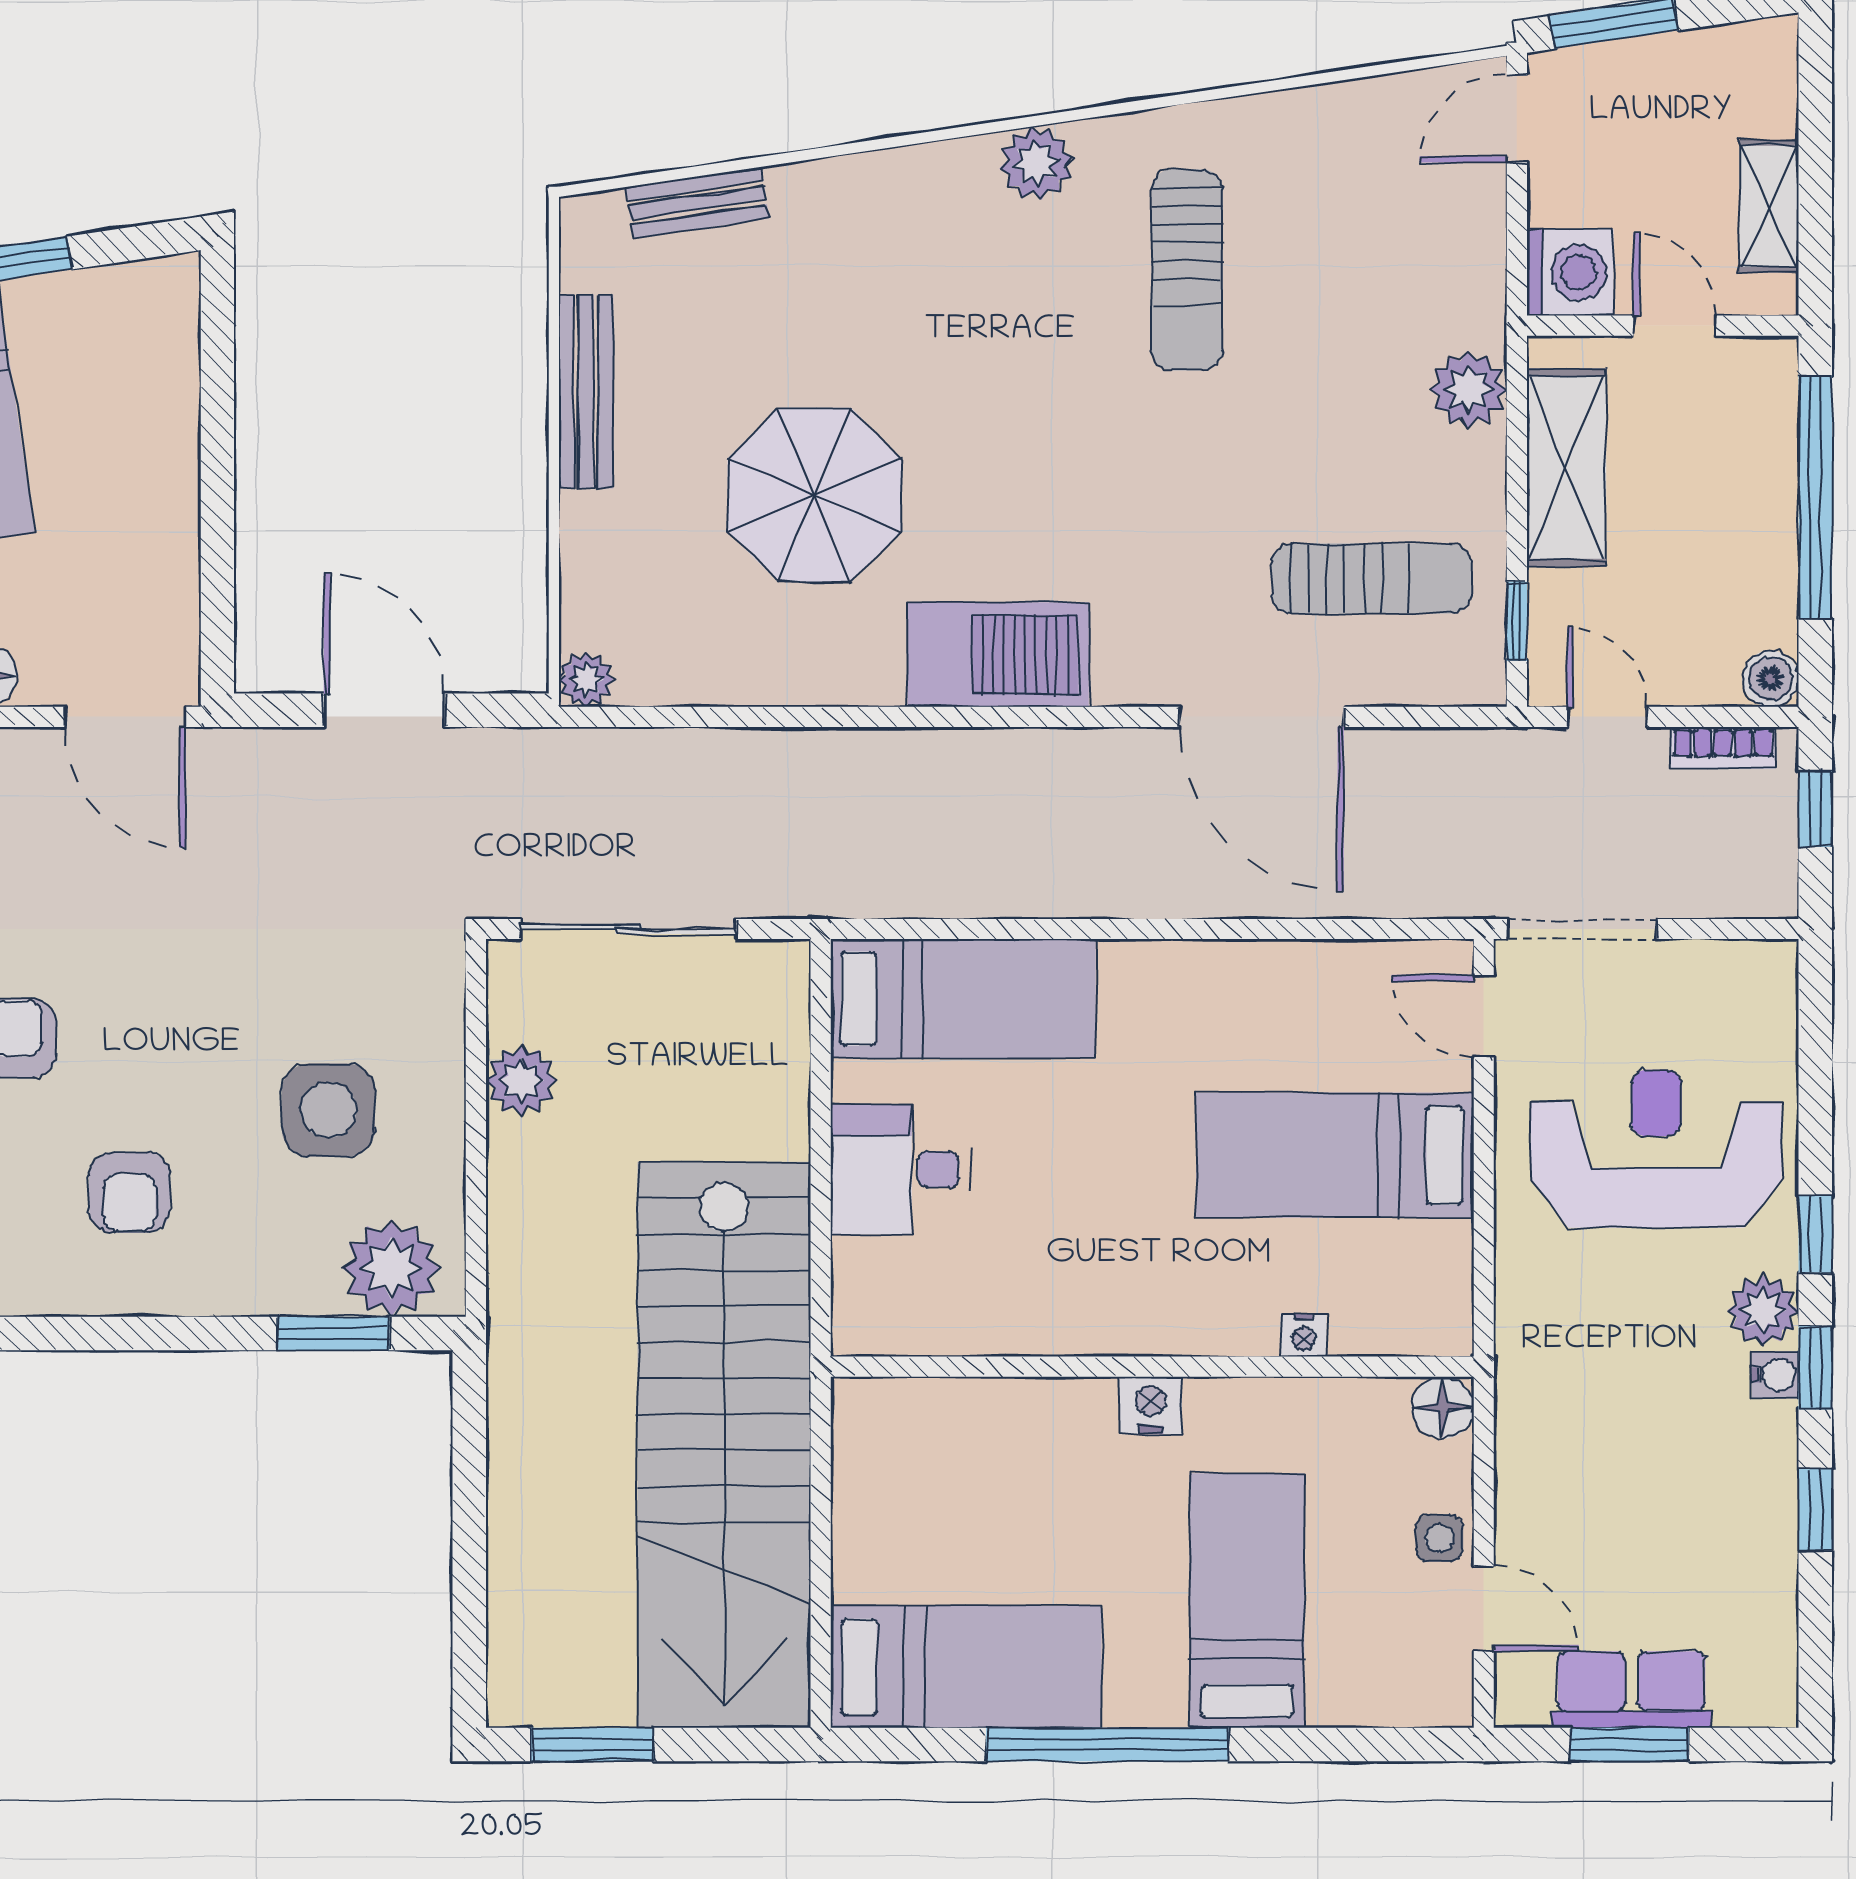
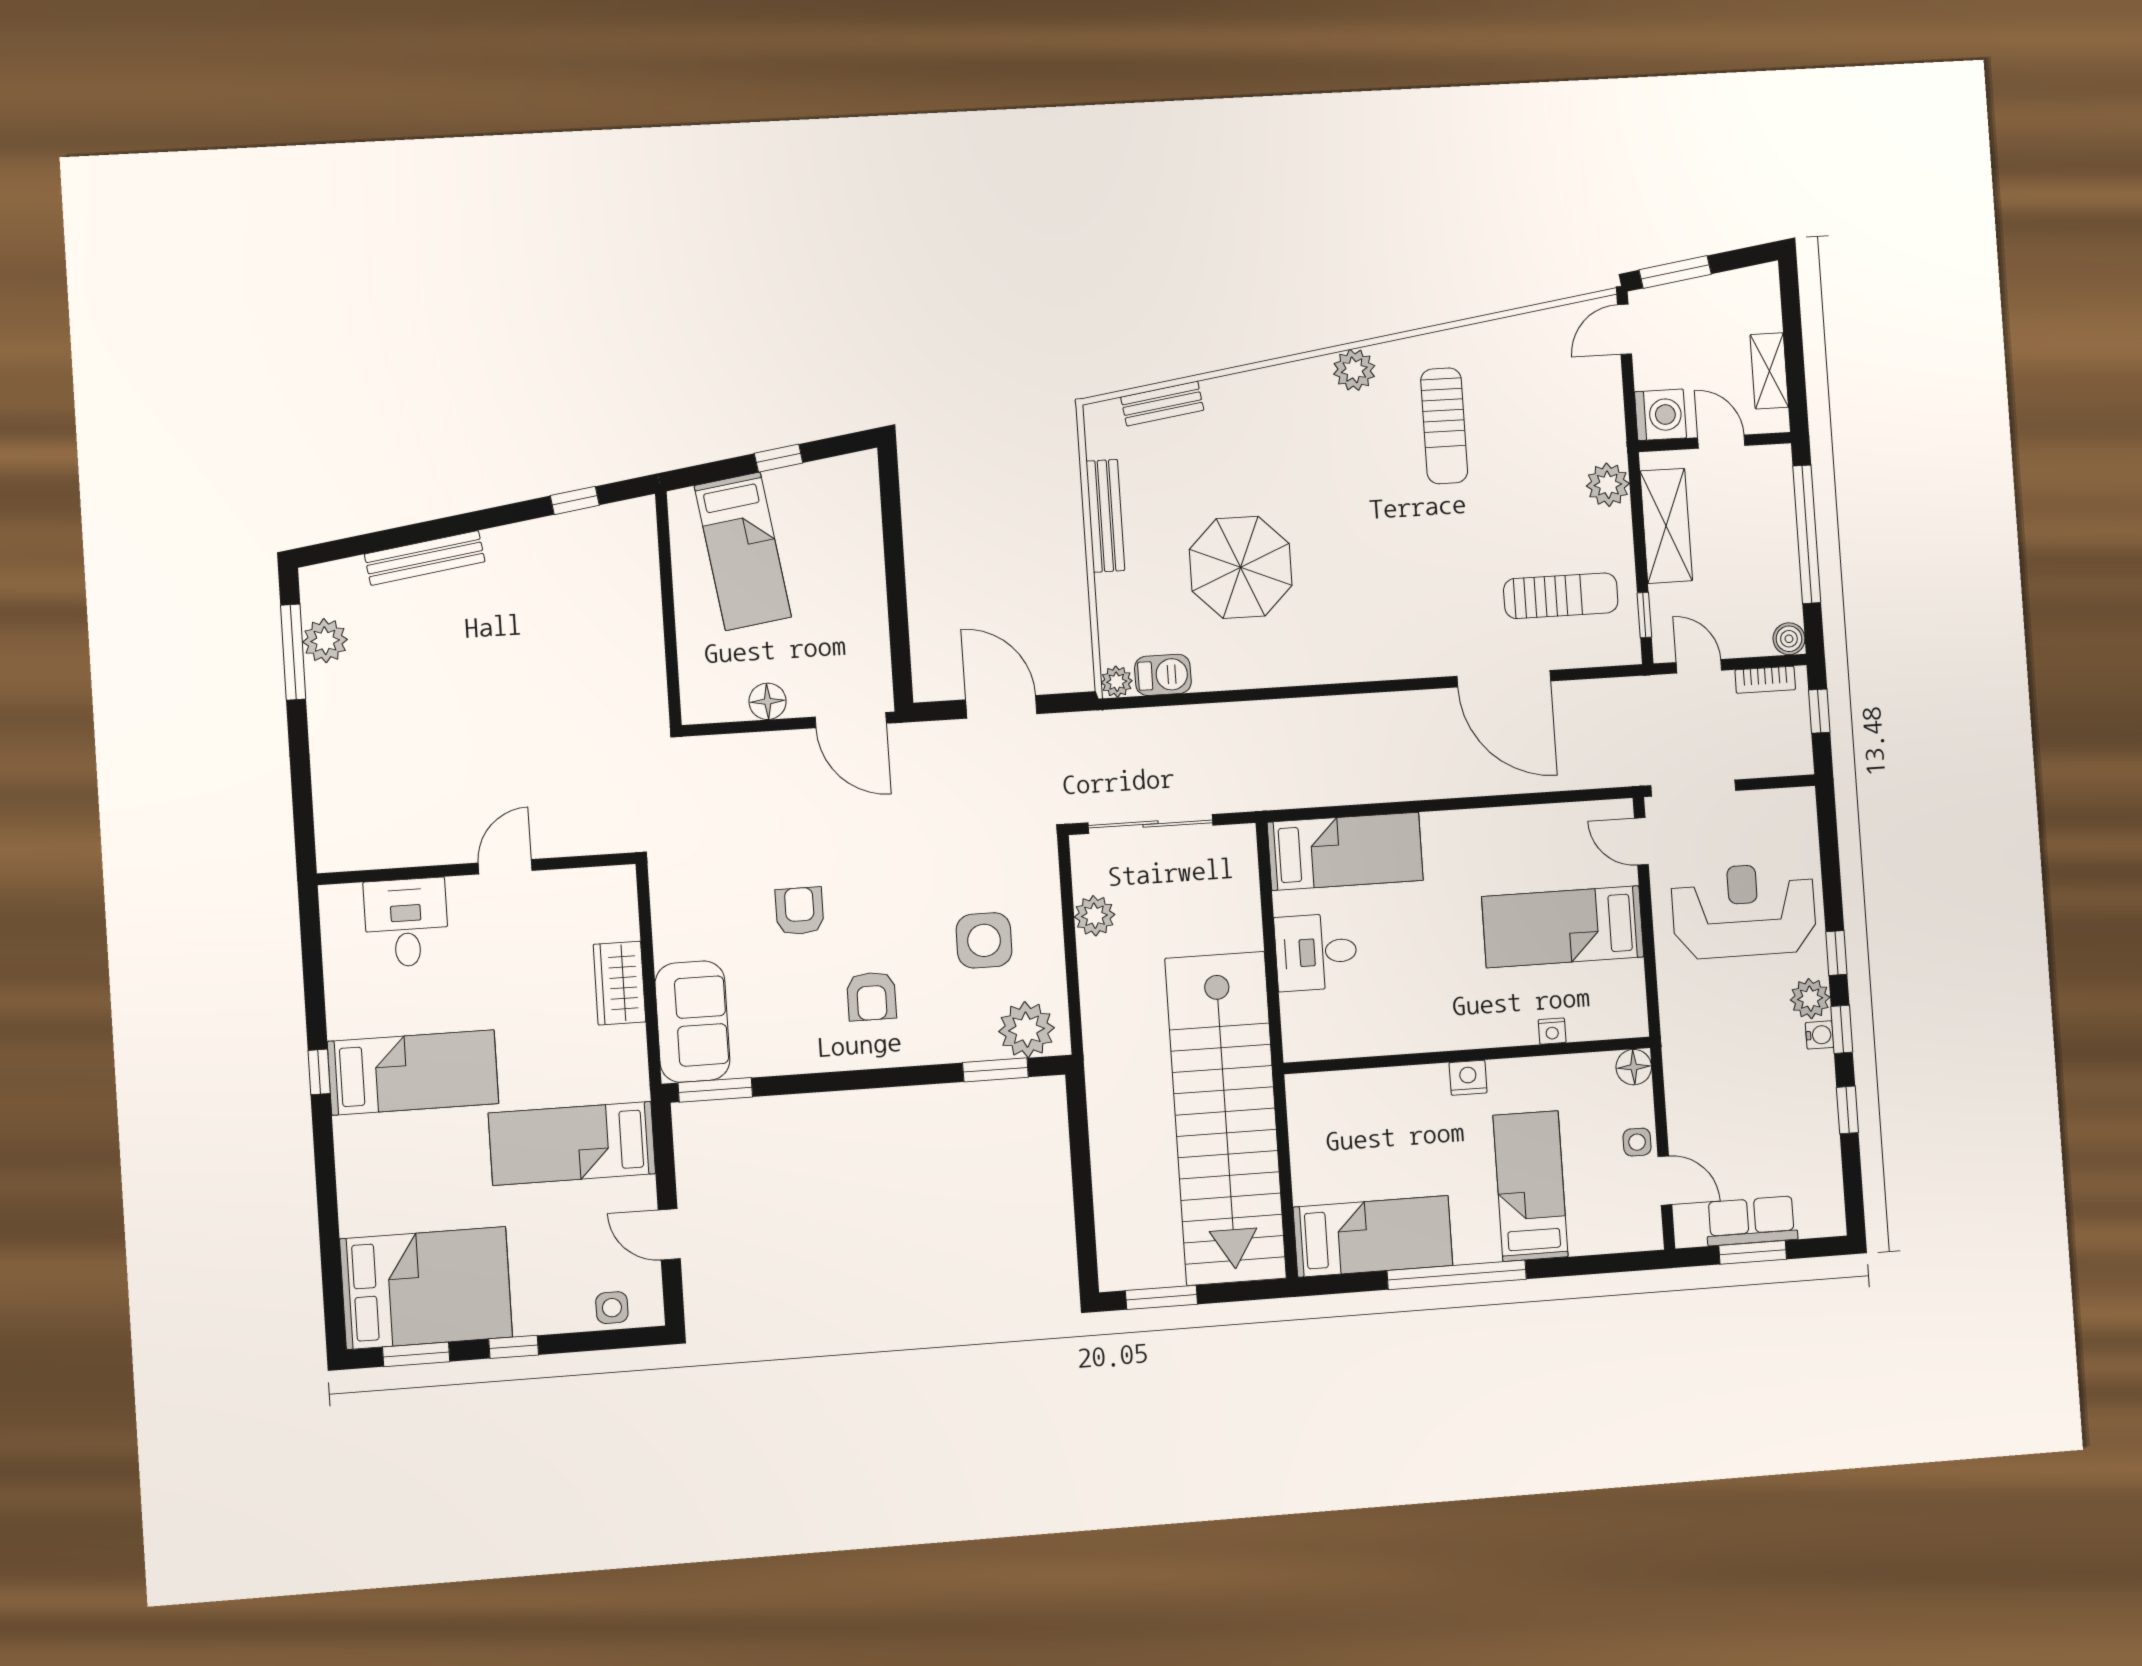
barbecue: (998, 655) -> (1163, 675), moved, width x0.53, depth x0.65

